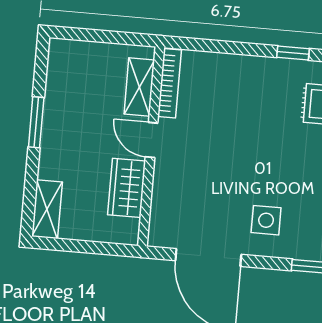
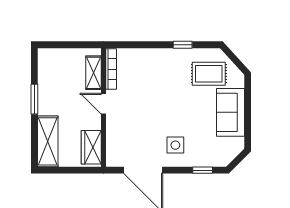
wardrobe: (127, 188) -> (91, 147), moved
shelving: (47, 209) -> (48, 141), width x1.50, depth x1.33

